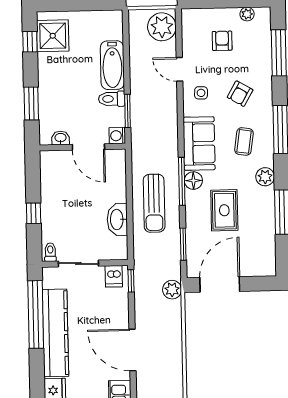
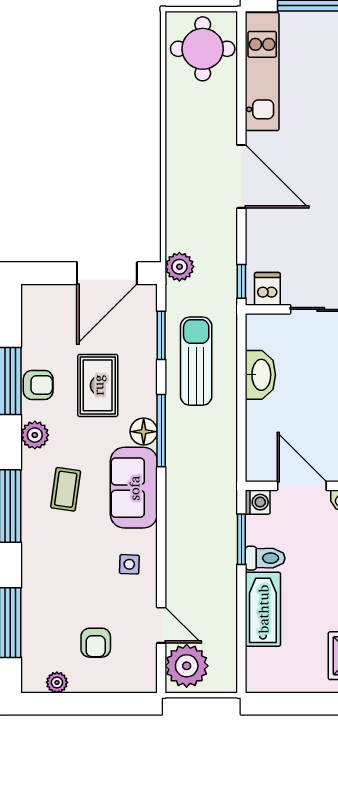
door: (180, 69) -> (161, 625), moved
armchair: (240, 94) -> (38, 385), moved, turned 60
sun lounger: (154, 203) -> (196, 361), moved

